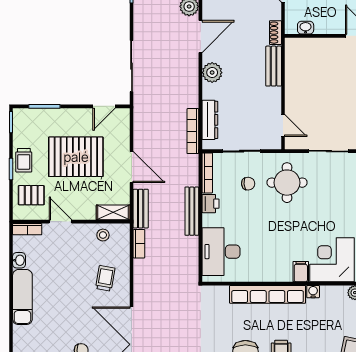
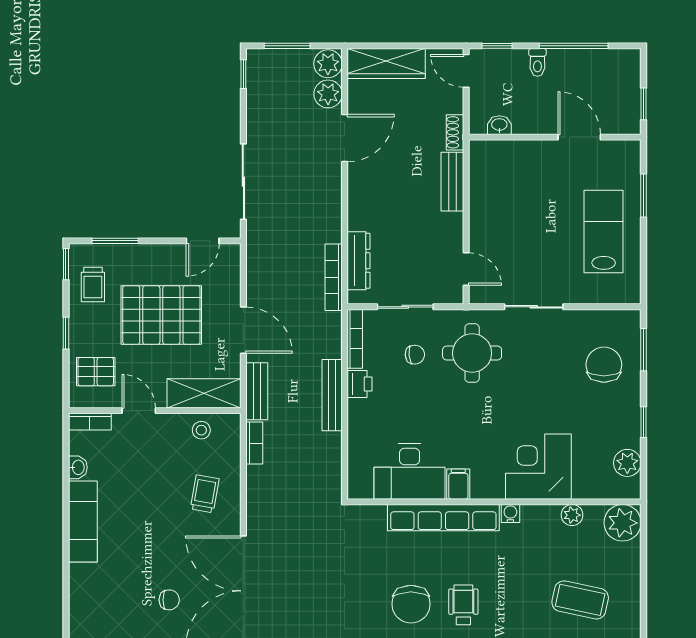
plant: (212, 73) -> (362, 191), removed
trolley: (24, 160) -> (93, 285), moved
shelving: (113, 212) -> (204, 393), width x1.50, depth x1.33
desk: (221, 252) -> (410, 471), moved, turned -90
filing cabinet: (301, 272) -> (458, 484), moved

